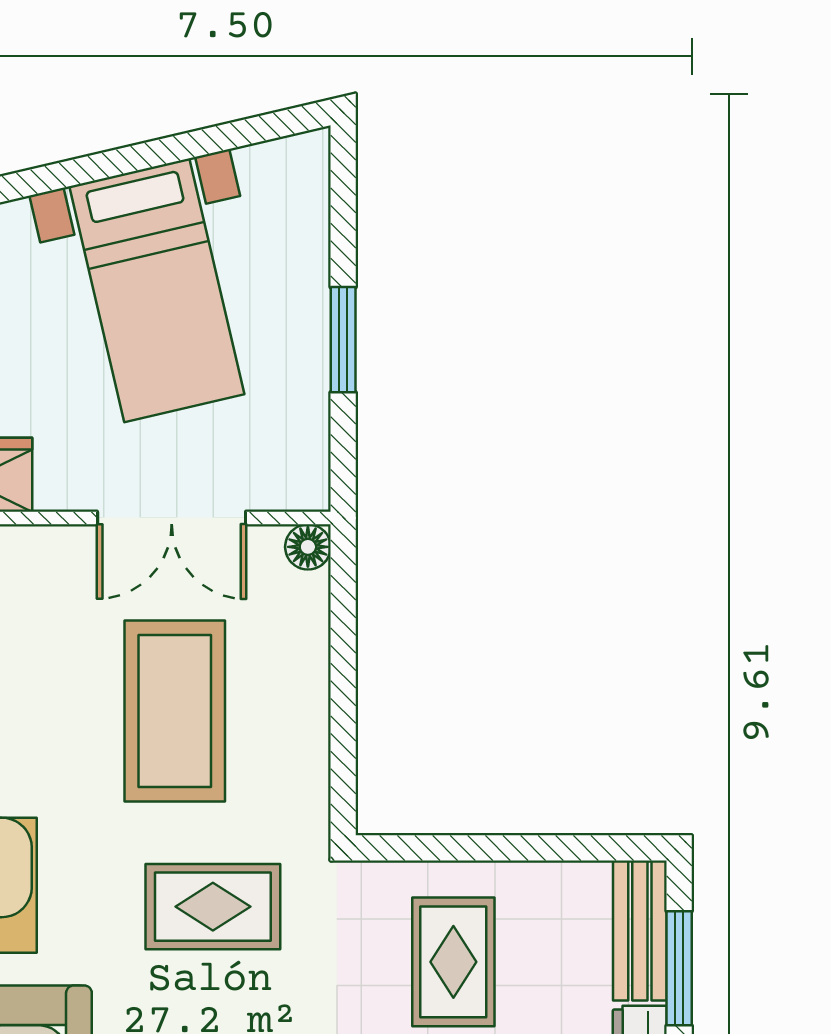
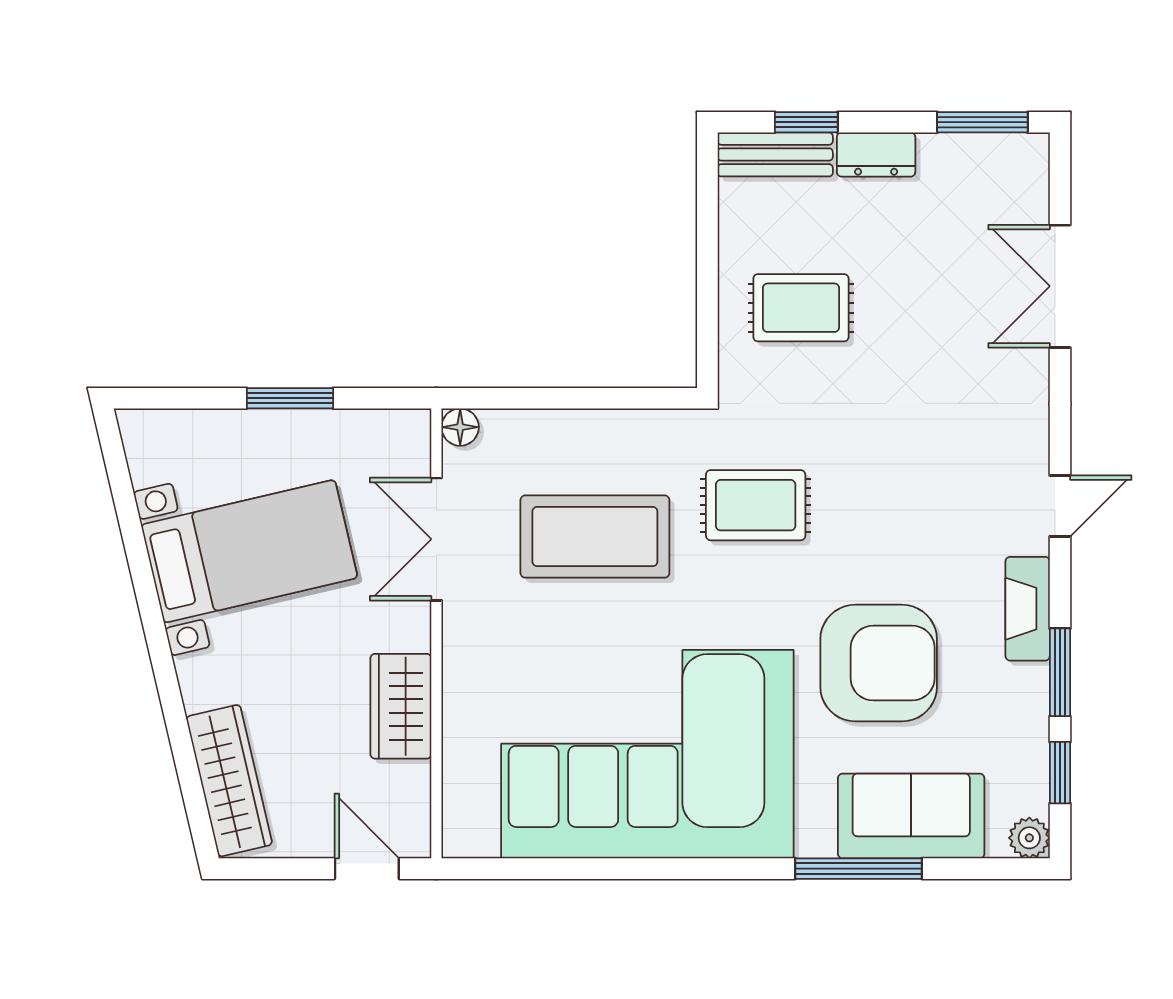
double door: (172, 518) -> (436, 539), swing flipped
rug: (213, 907) -> (756, 505), turned 90
window: (679, 968) -> (806, 122), width x0.67

